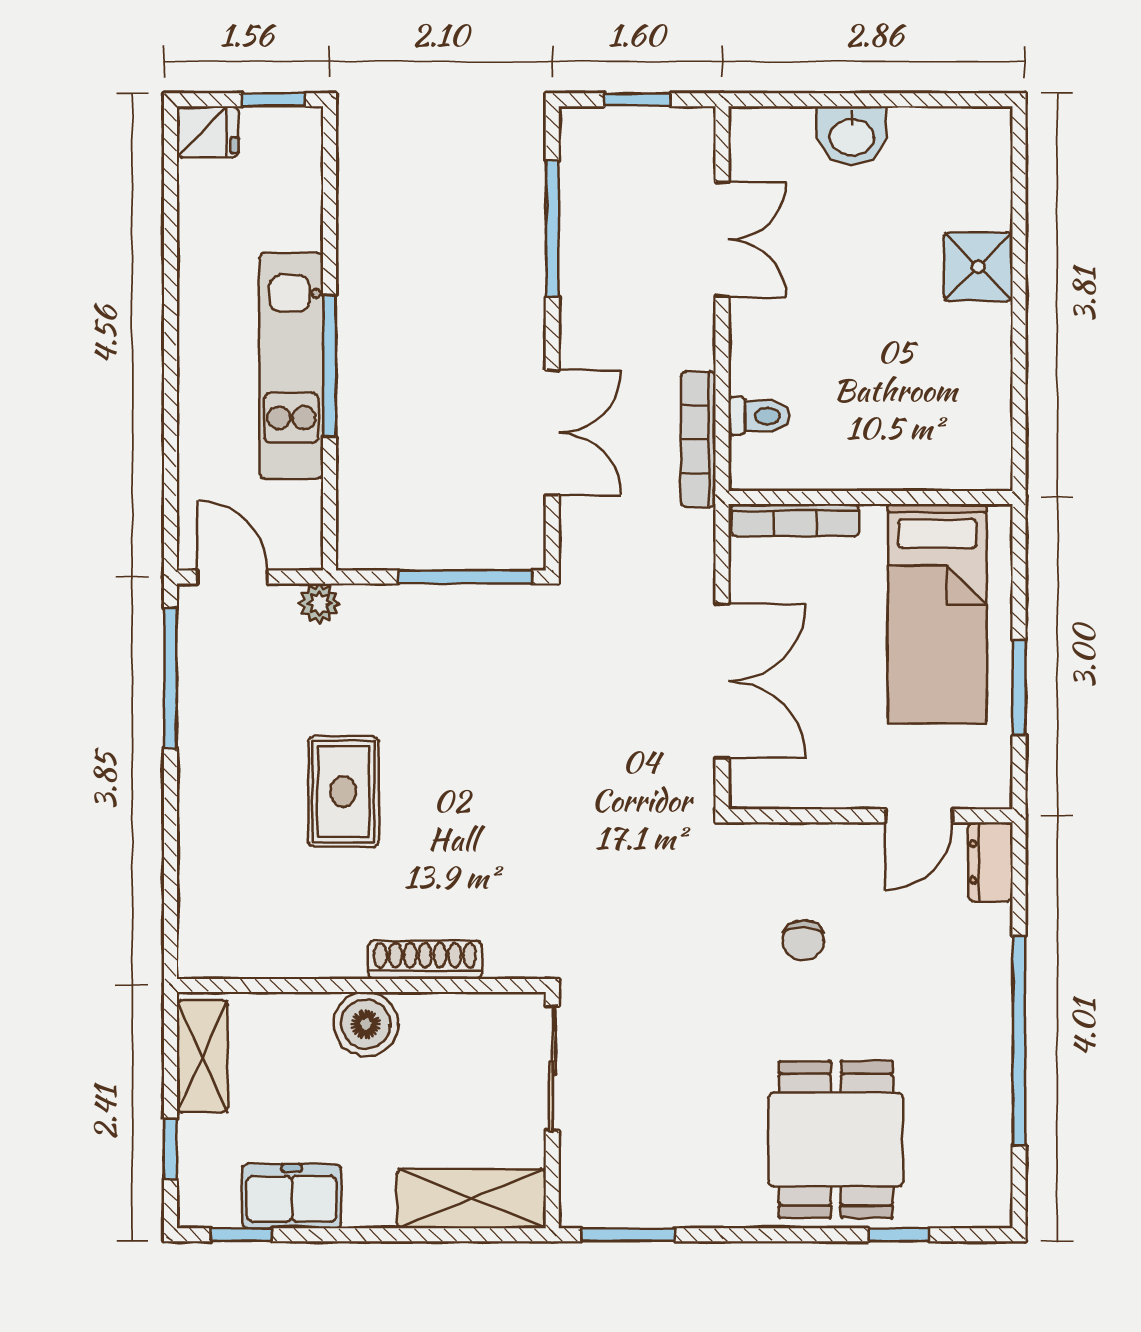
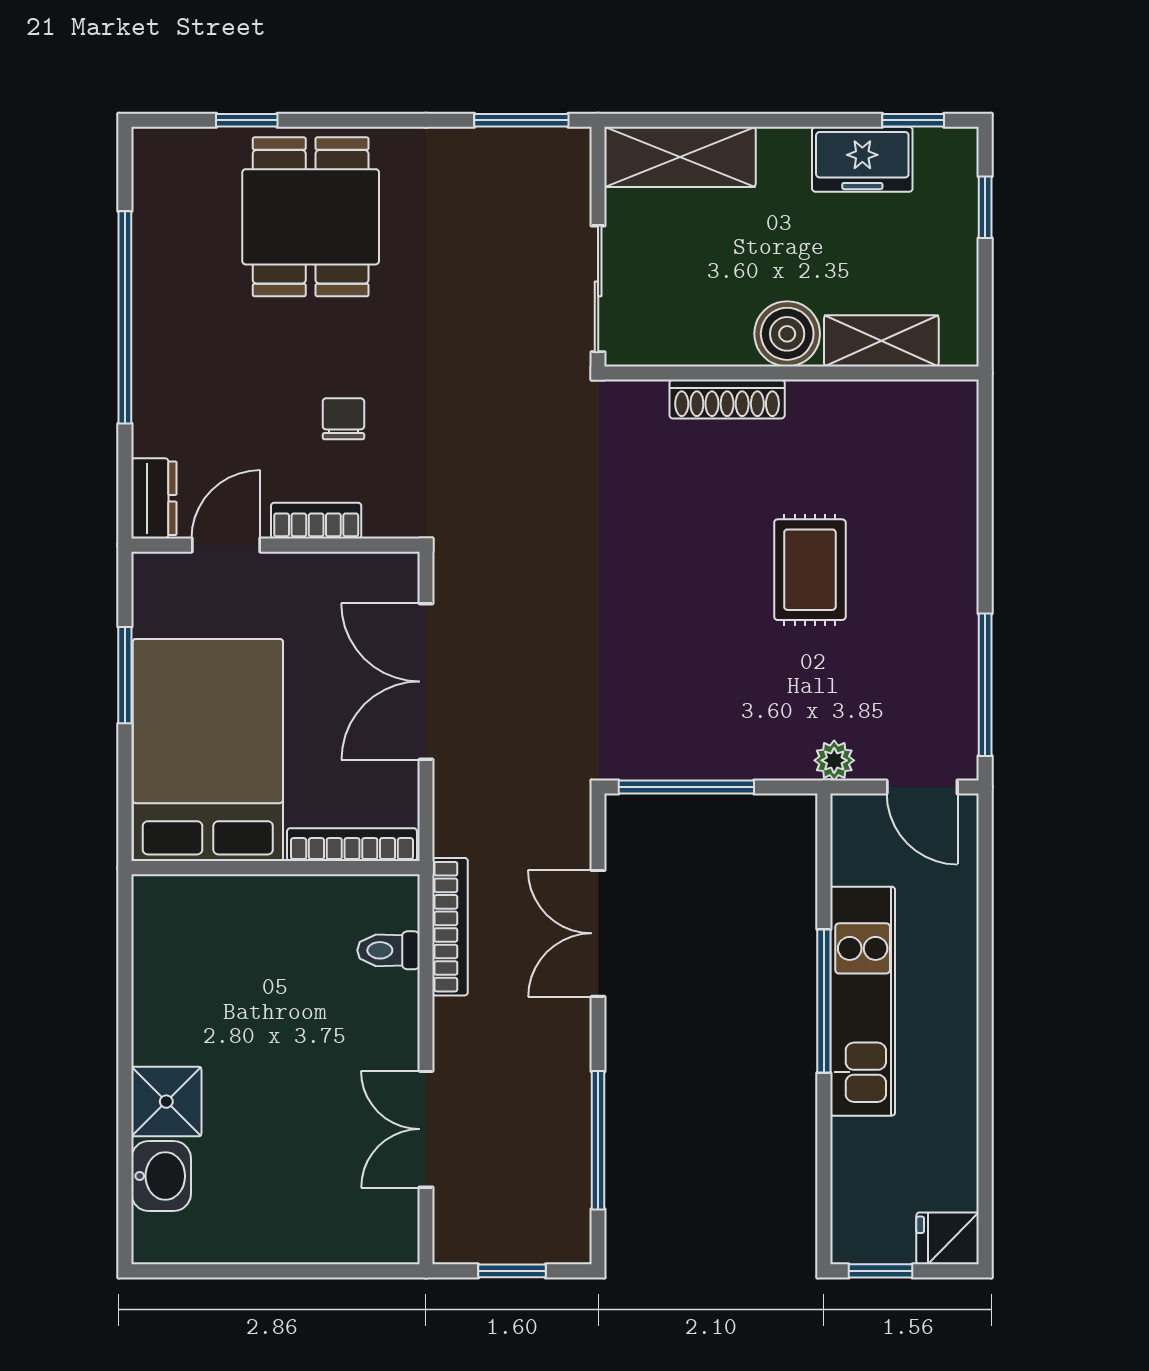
washbasin: (852, 135) -> (161, 1176), moved, turned 90
bed: (937, 614) -> (208, 750), width x1.50
bookcase: (830, 840) -> (316, 521), added
shelving: (202, 1056) -> (881, 341), moved, turned 90

